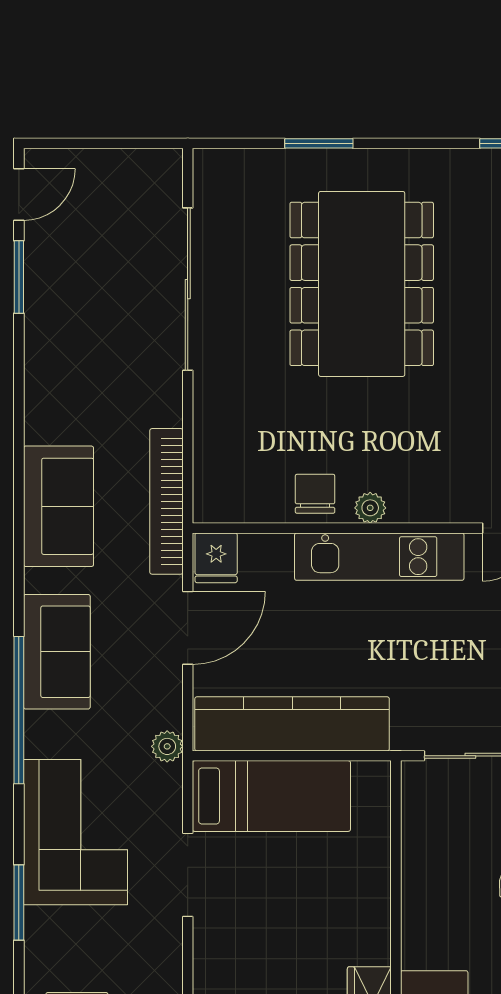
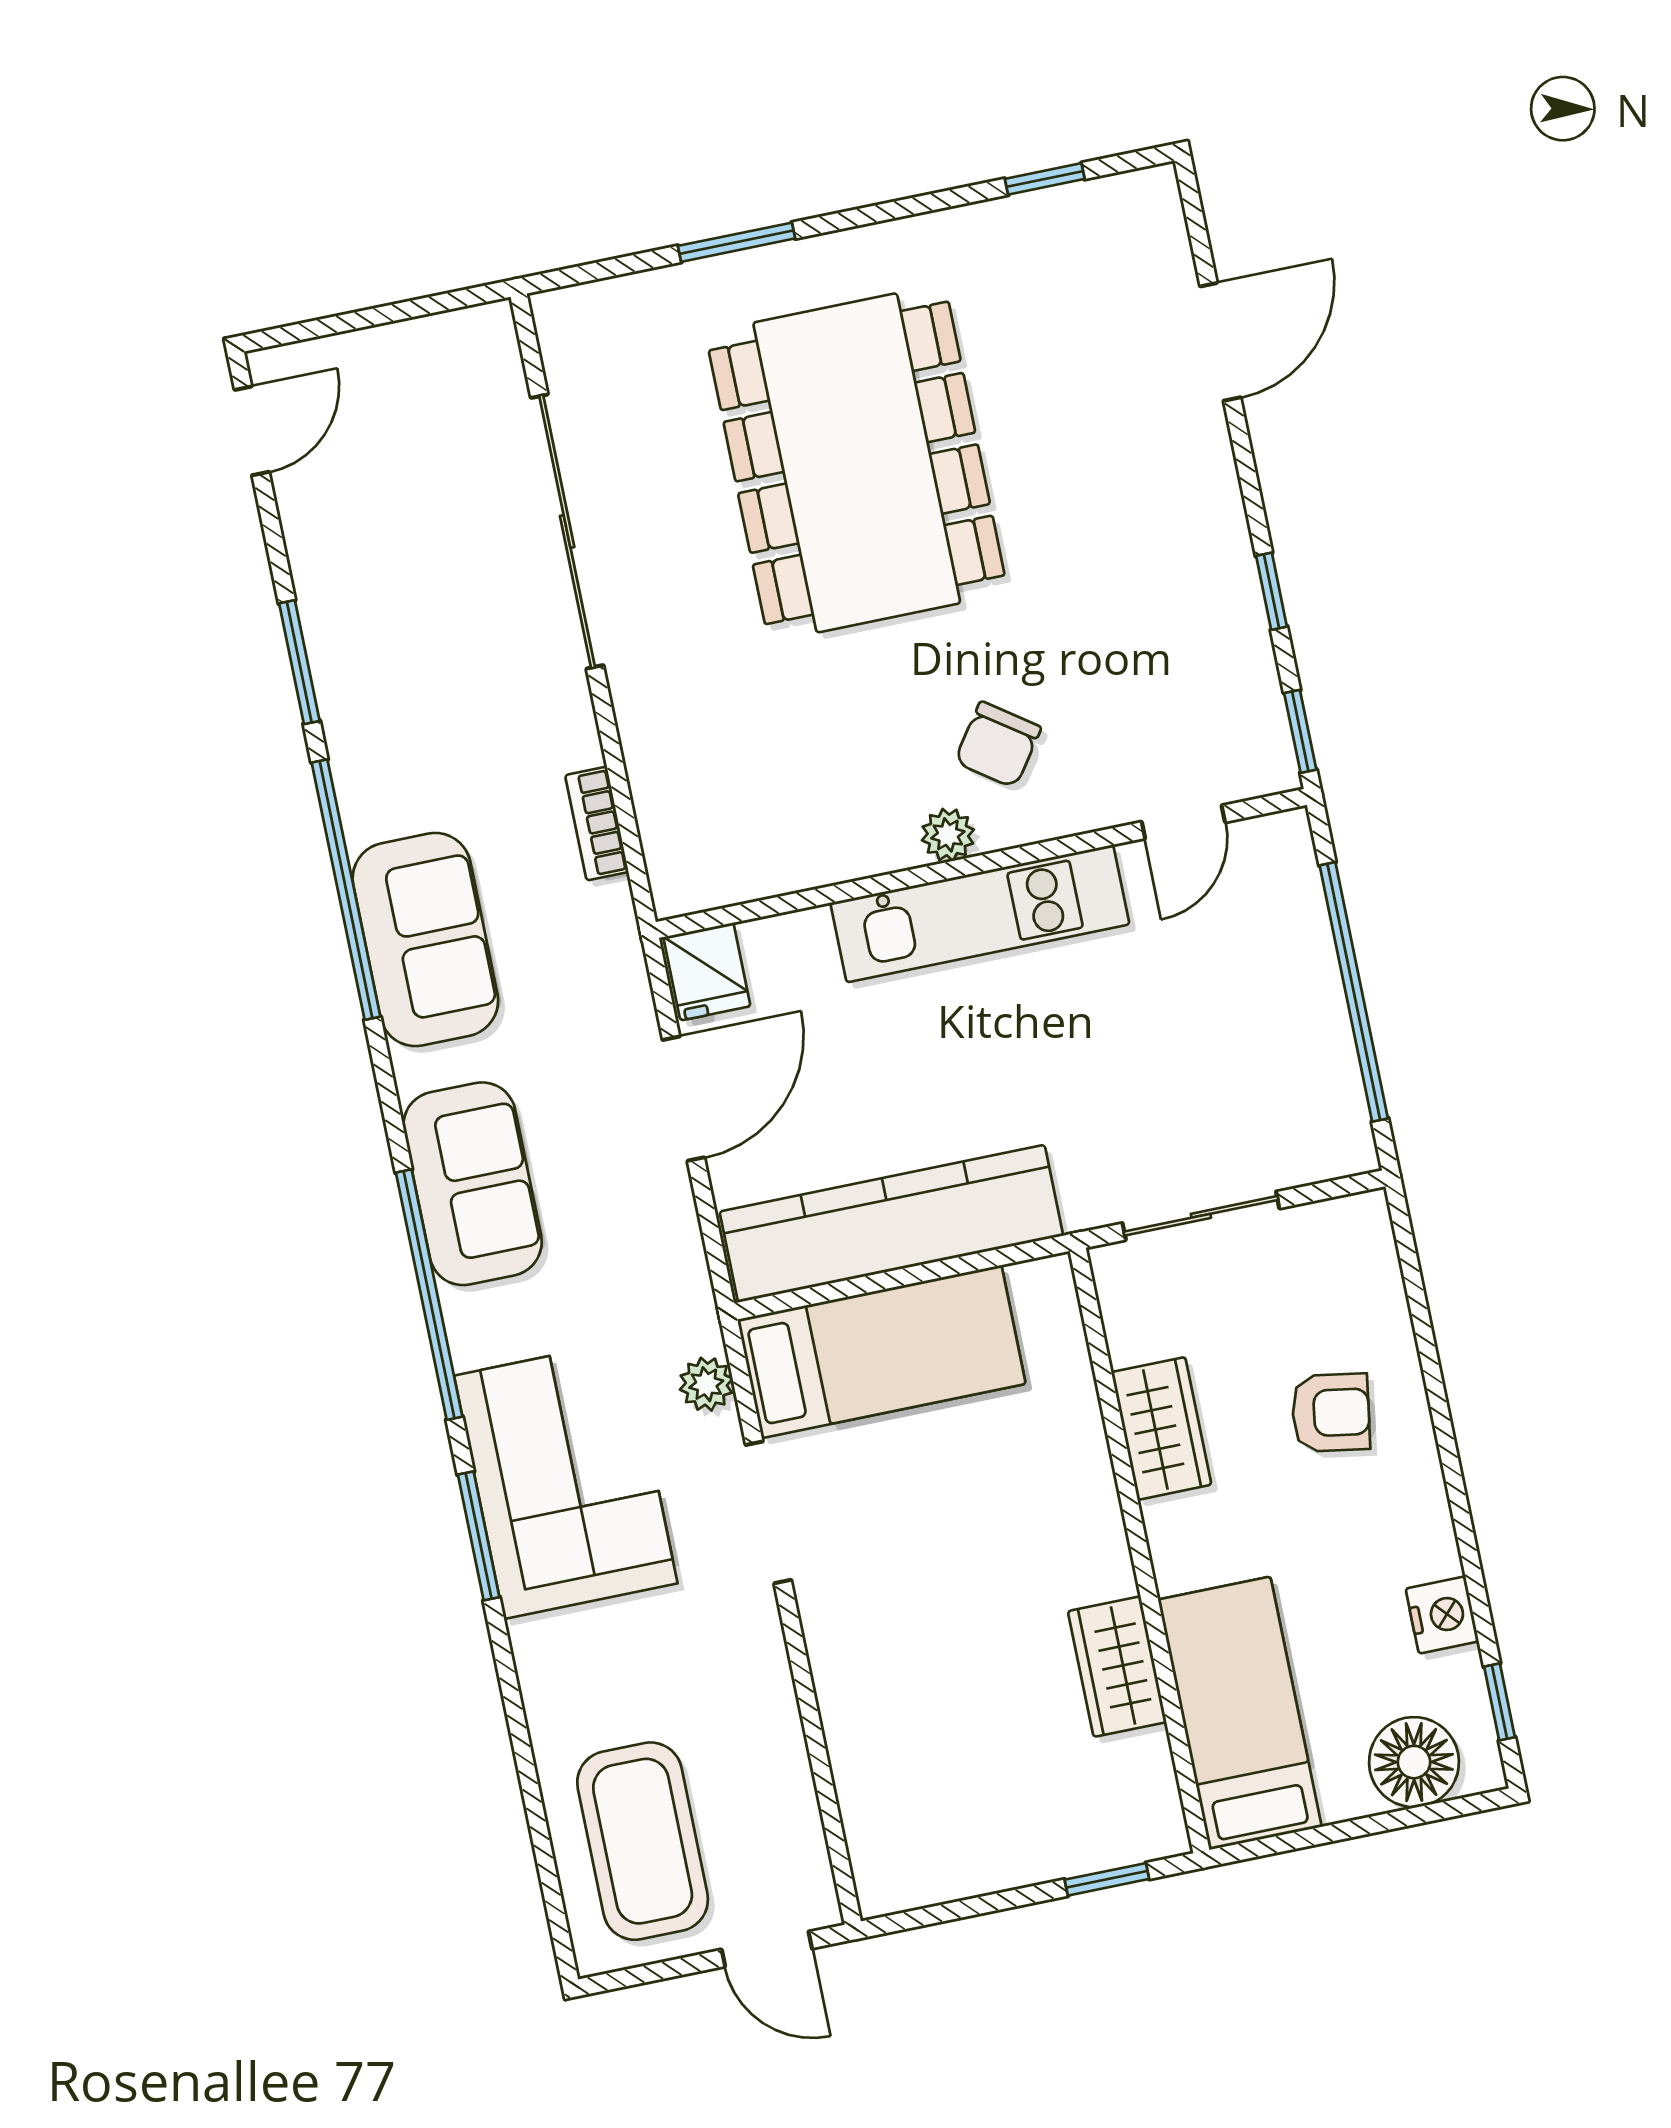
window: (19, 277) -> (299, 662), moved
window: (19, 468) -> (346, 890), added
chair: (315, 494) -> (998, 745), moved, turned -145
bookcase: (166, 501) -> (597, 824), width x0.43, depth x0.76
plant: (167, 746) -> (706, 1384), moved
wardrobe: (423, 873) -> (1161, 1428), added
window: (19, 903) -> (479, 1536), moved

